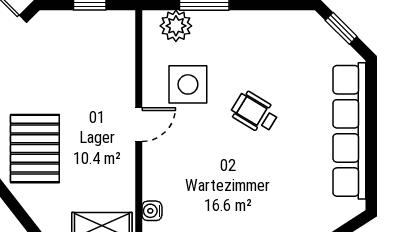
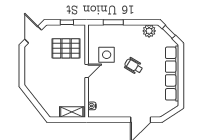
plant: (176, 26) -> (149, 31), moved
pallet: (35, 149) -> (66, 48), moved, turned 90

